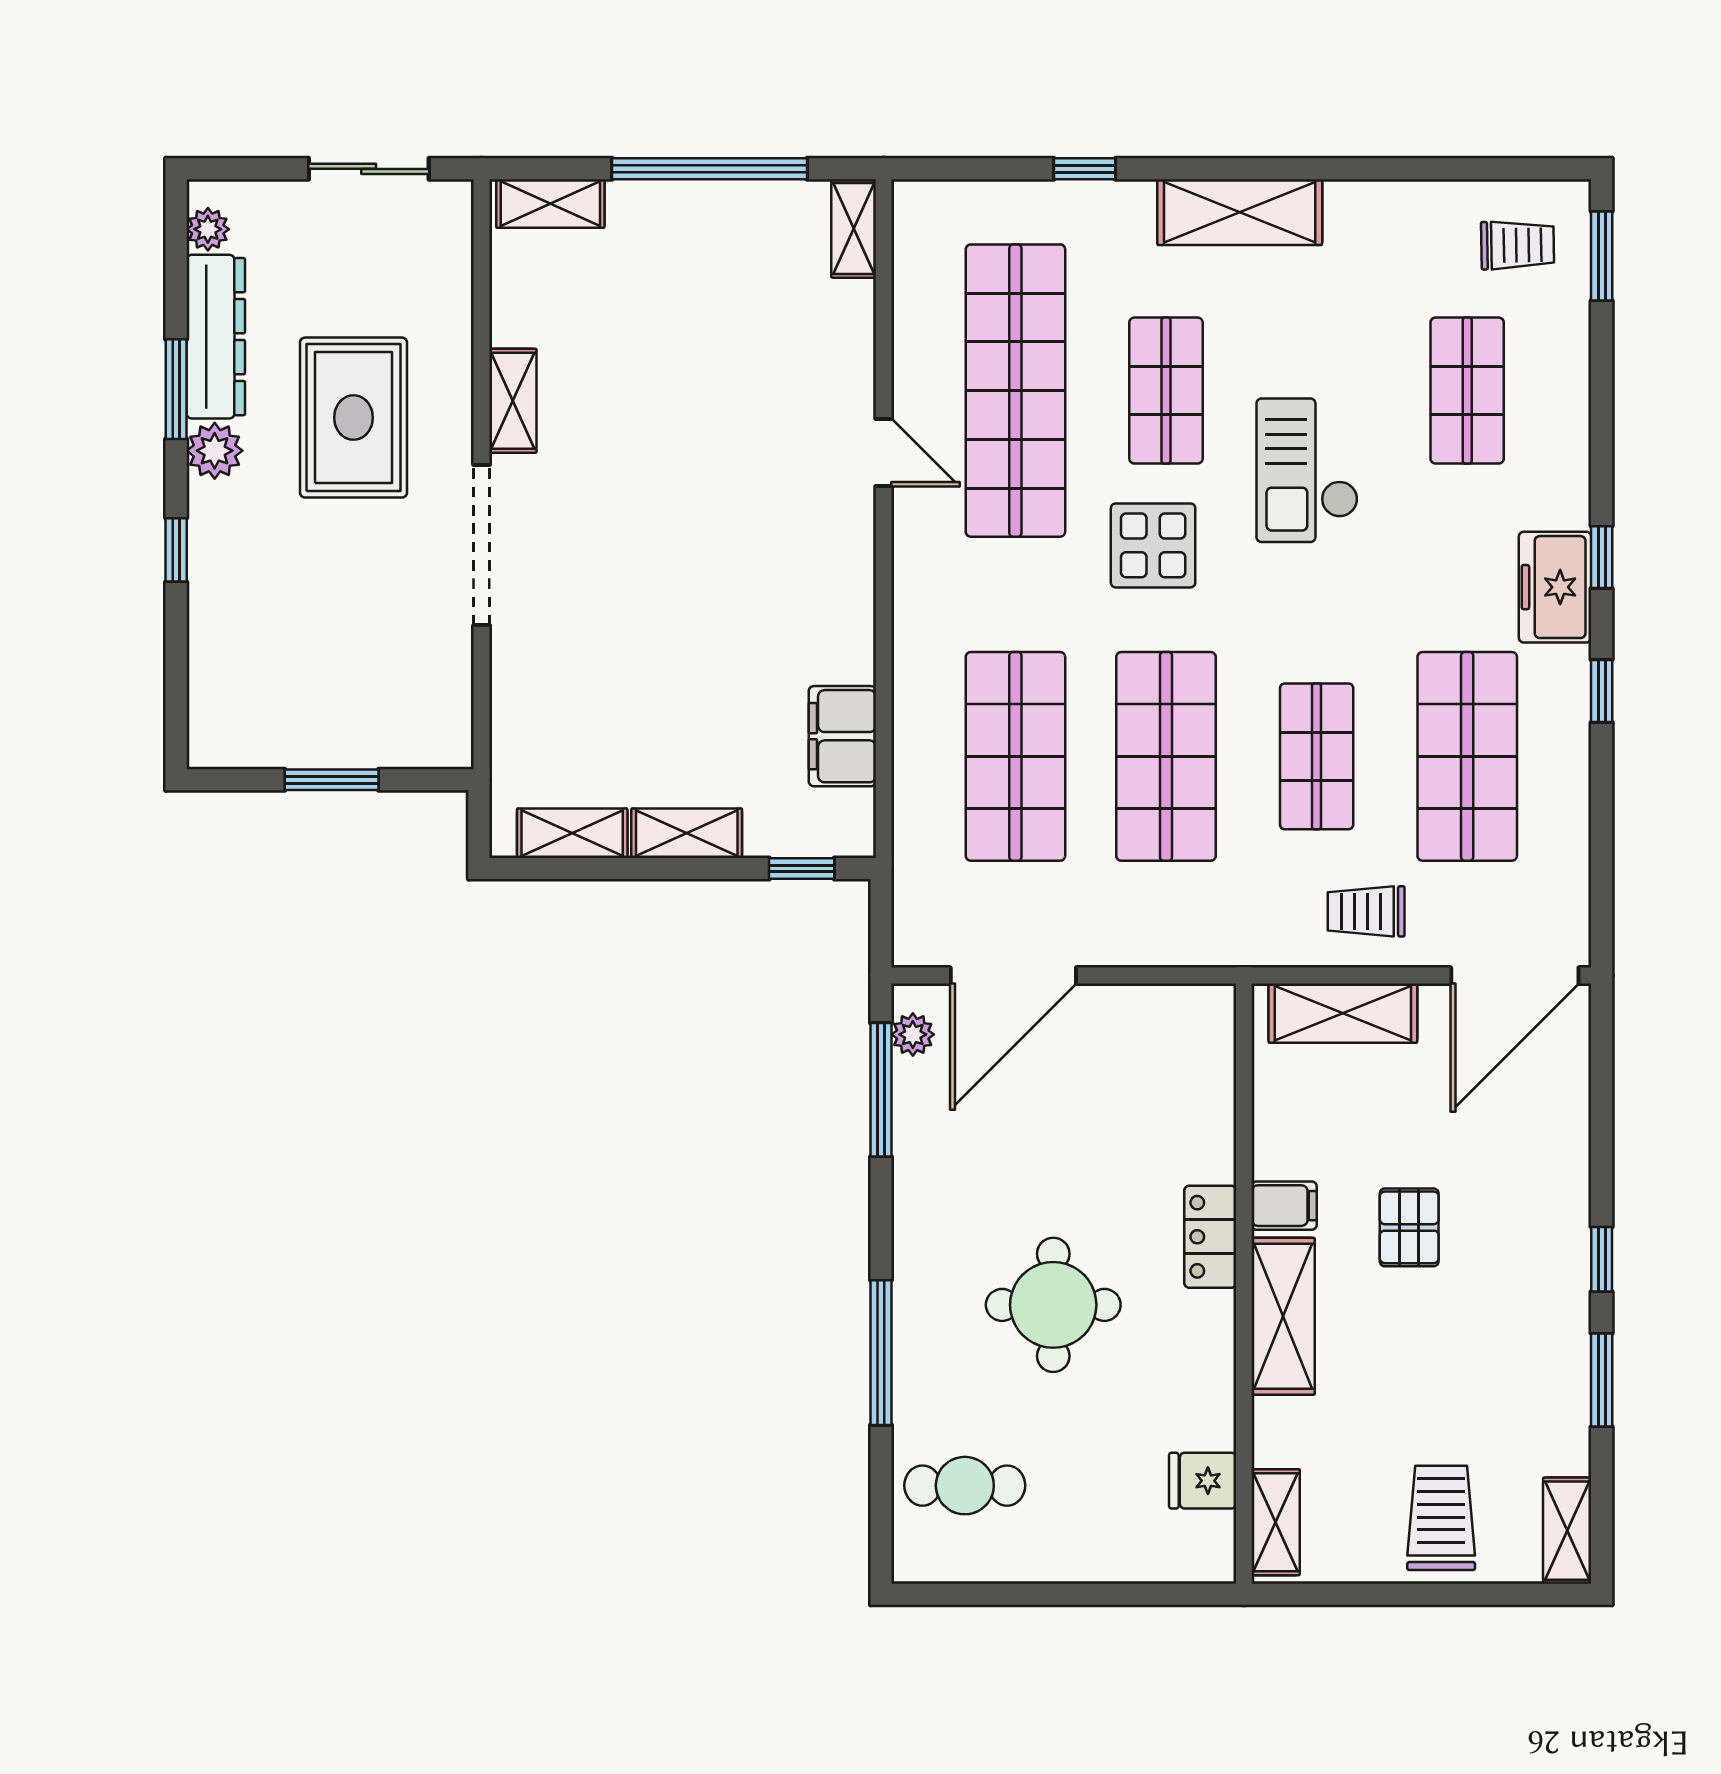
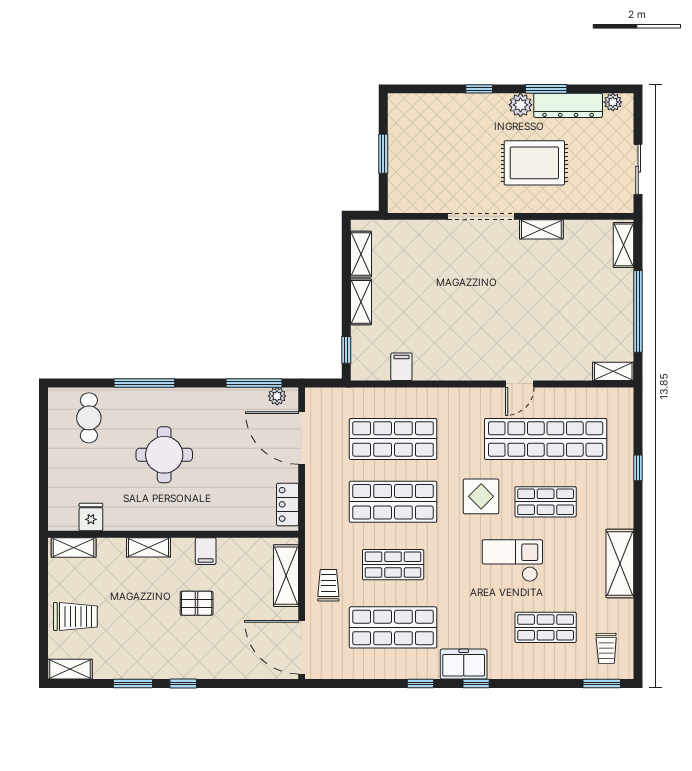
shelving: (1240, 212) -> (620, 563), moved
filing cabinet: (842, 736) -> (401, 367), width x0.50
locker: (1210, 1237) -> (288, 504), moved, turned -90
shelving: (1283, 1316) -> (149, 547), width x0.67, depth x0.75

